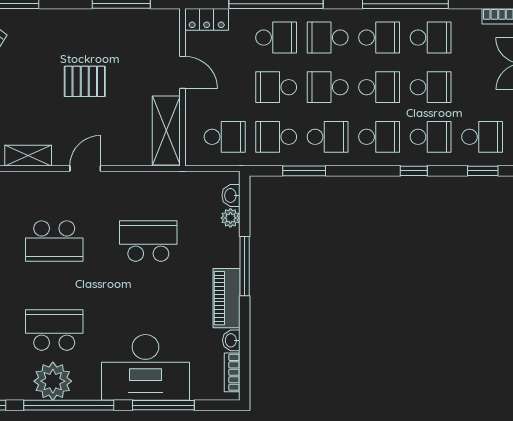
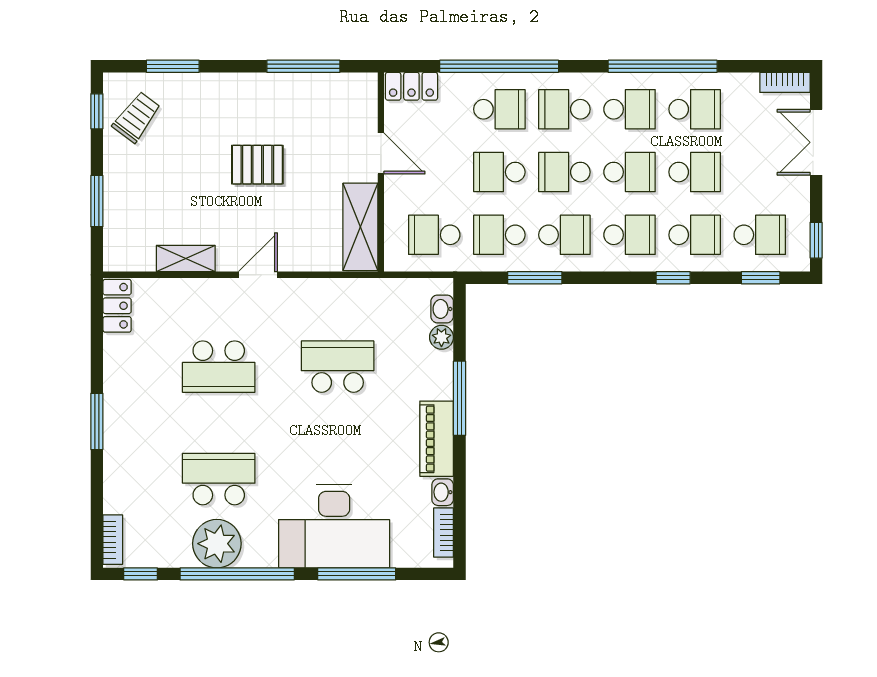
school desk: (225, 137) -> (434, 235), turned 180

